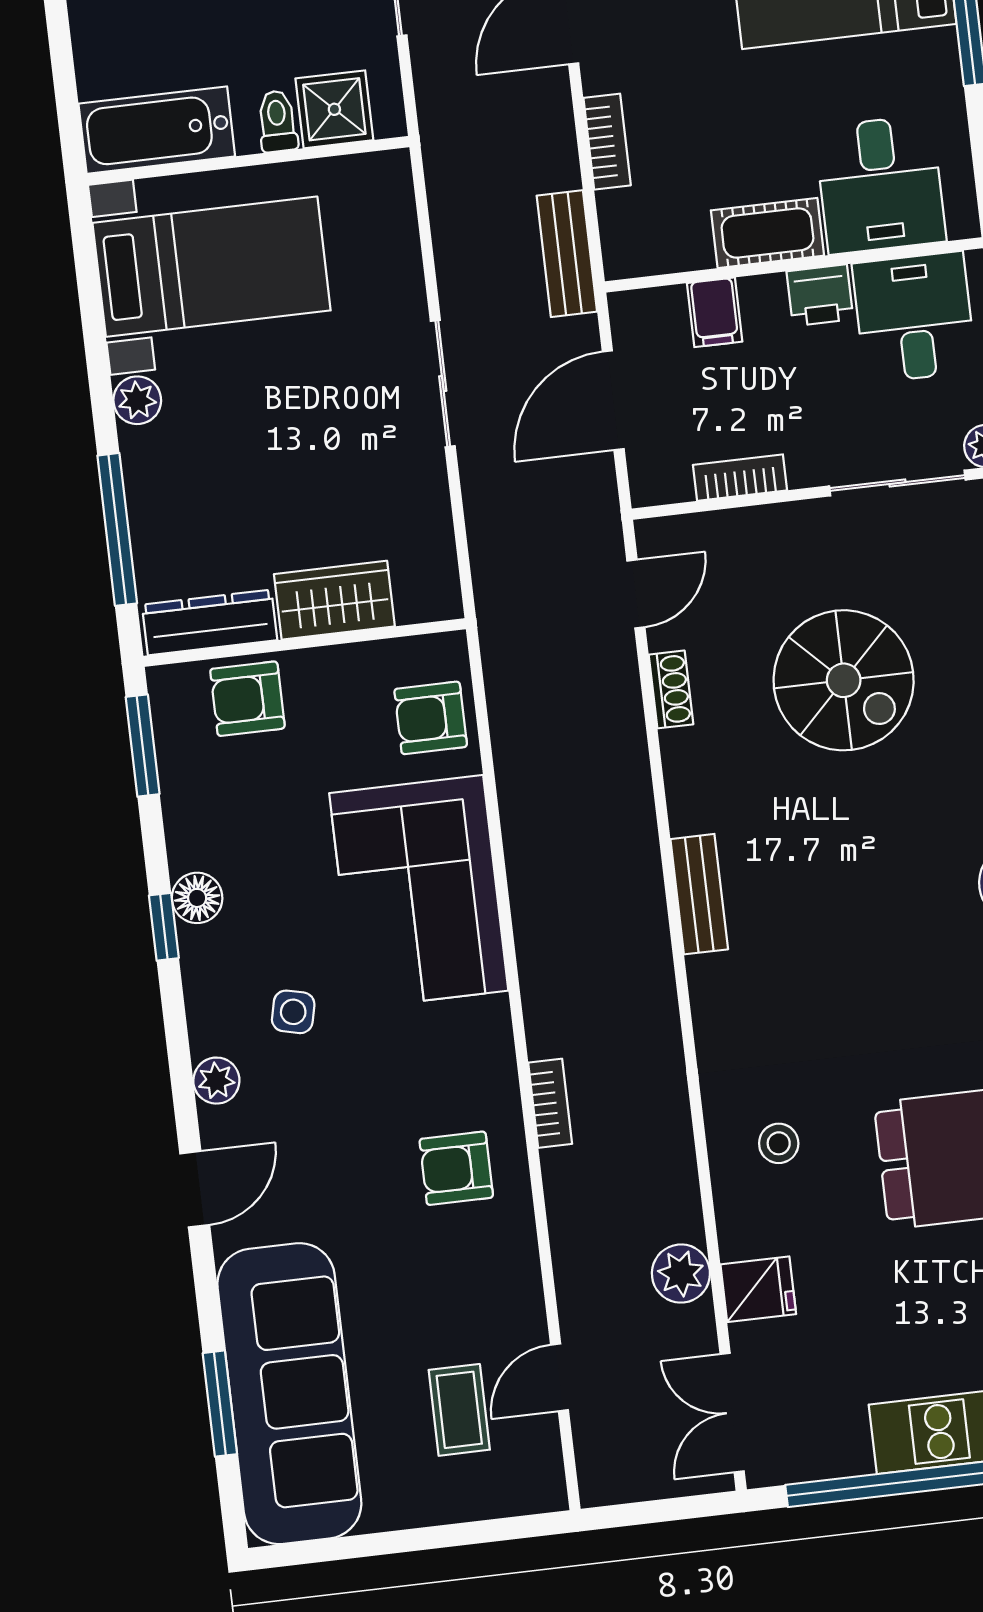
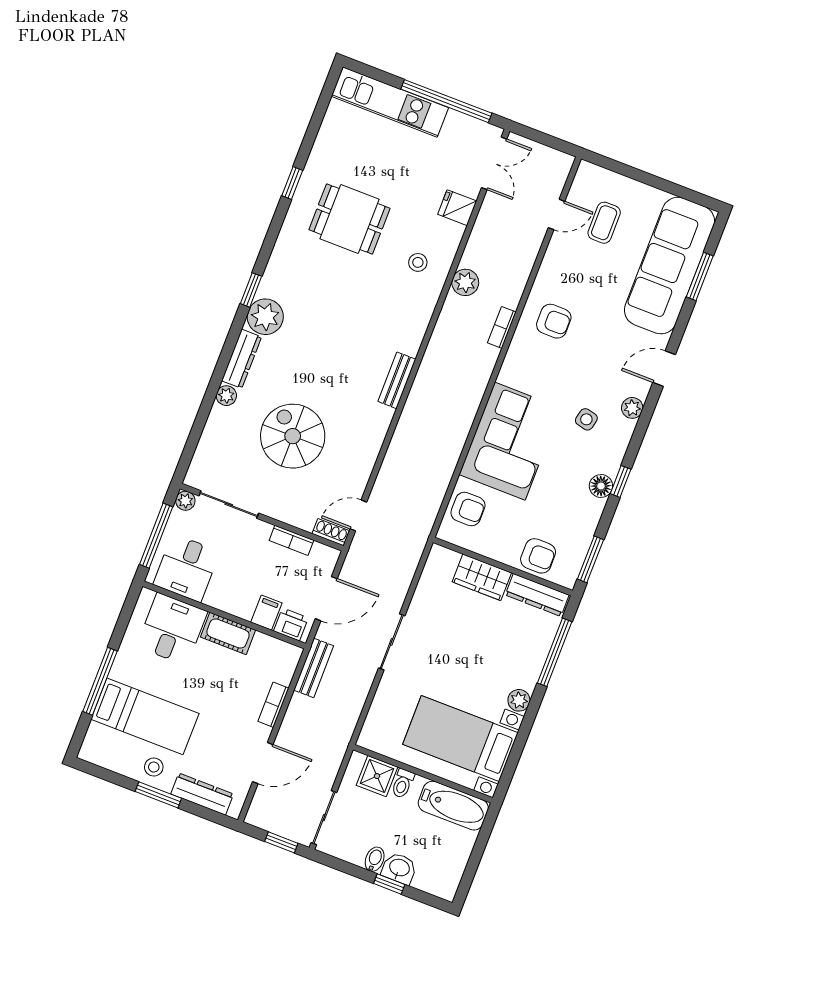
printer: (820, 295) -> (291, 624), moved
shoe rack: (671, 689) -> (331, 532), moved, turned 90
plant: (681, 1274) -> (465, 282), moved

